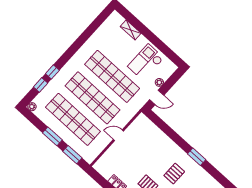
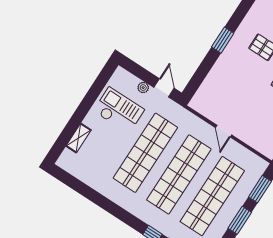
checkout: (146, 62) -> (119, 110), turned 180
window: (197, 157) -> (223, 40), moved

